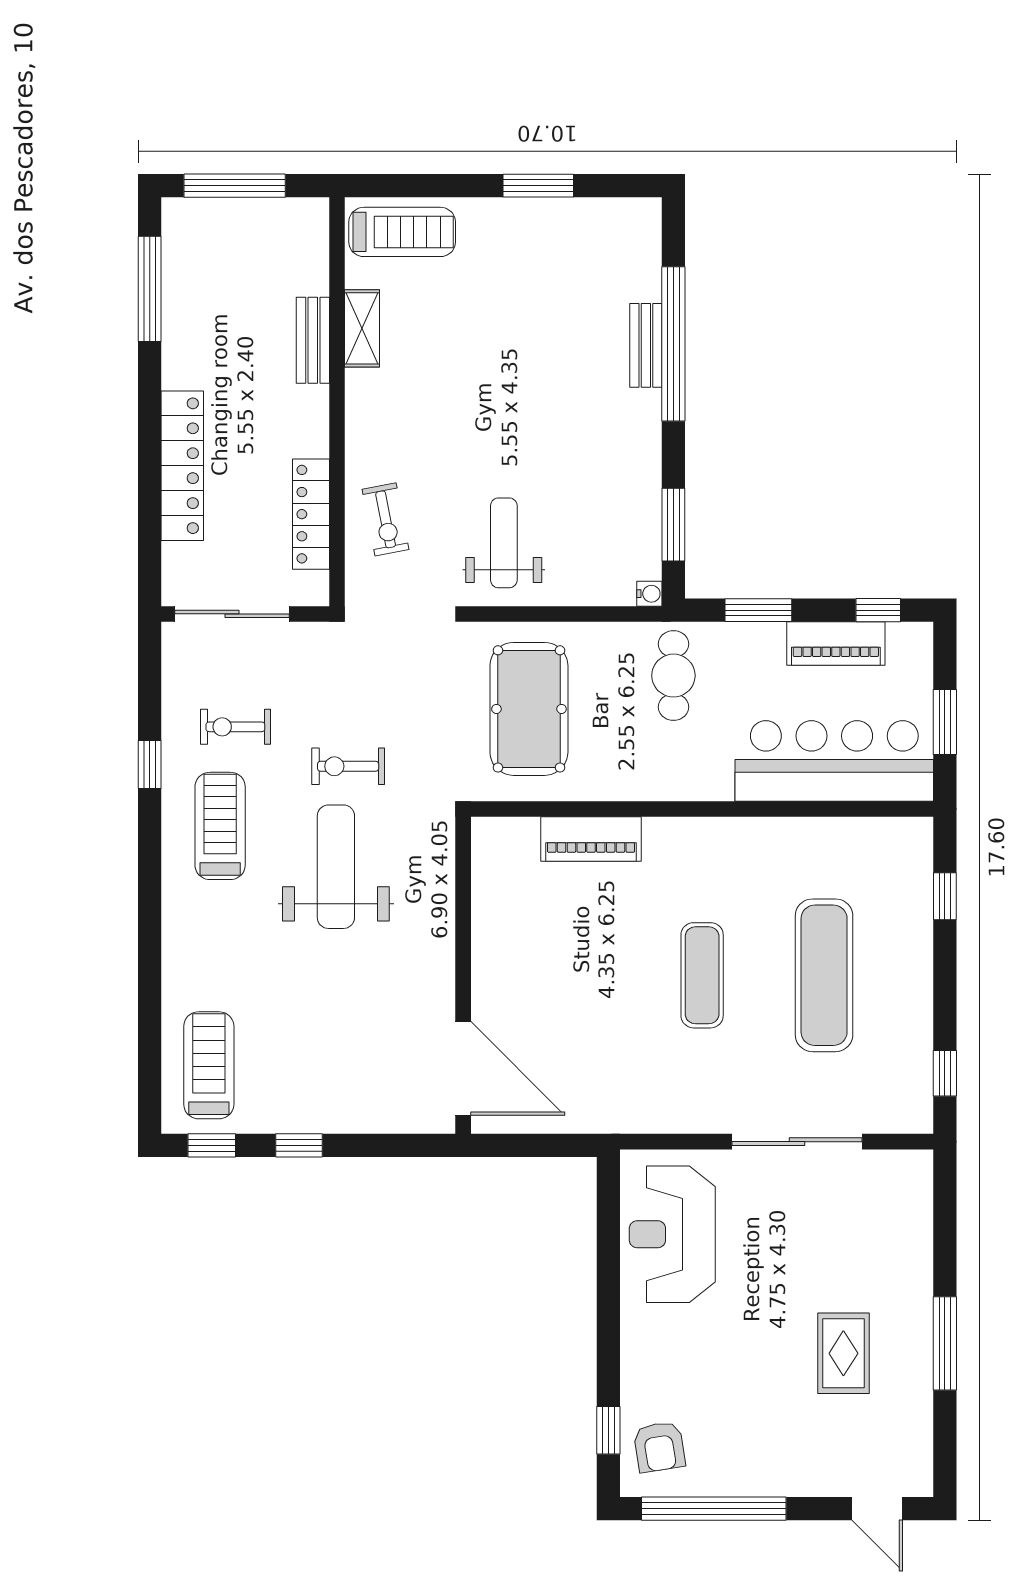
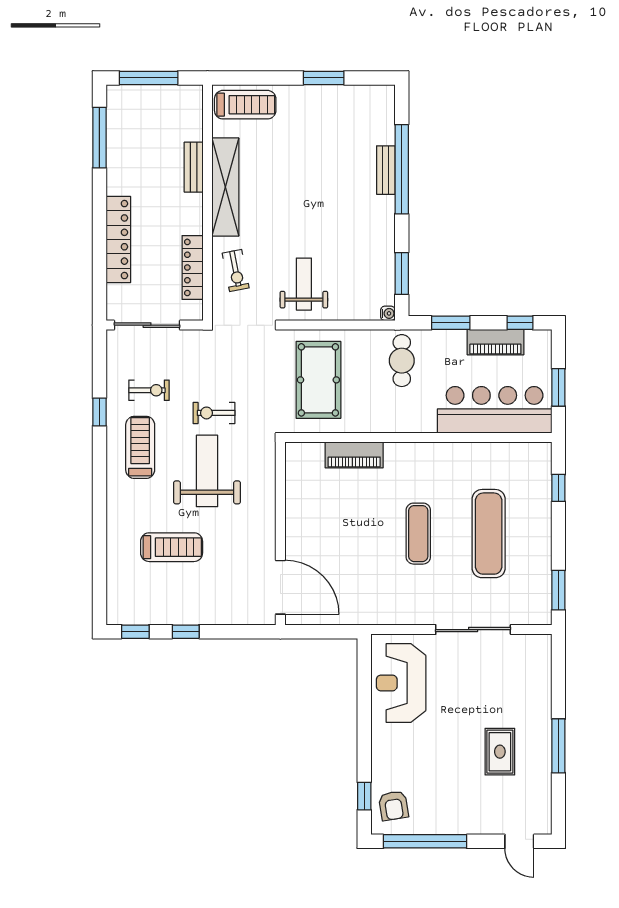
shelving: (362, 328) -> (225, 187), width x2.20, depth x1.33
exercise bike: (235, 727) -> (149, 390), turned 180
treadmill: (209, 1065) -> (172, 547), moved, turned 90
window: (945, 1073) -> (558, 590), width x1.50

